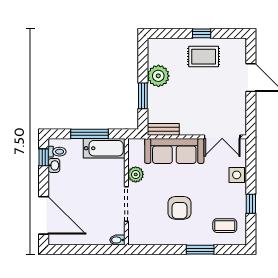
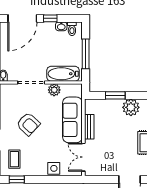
bench: (163, 129) -> (89, 127), moved
bathtub: (104, 148) -> (63, 74), moved, turned 90
window: (44, 157) -> (50, 18), moved
window: (251, 204) -> (17, 179), moved
armchair: (180, 208) -> (28, 124), turned -137

